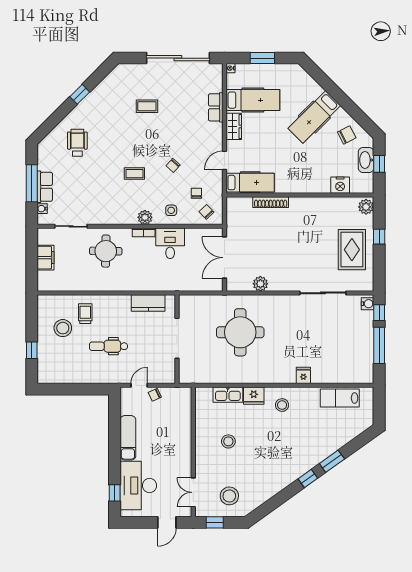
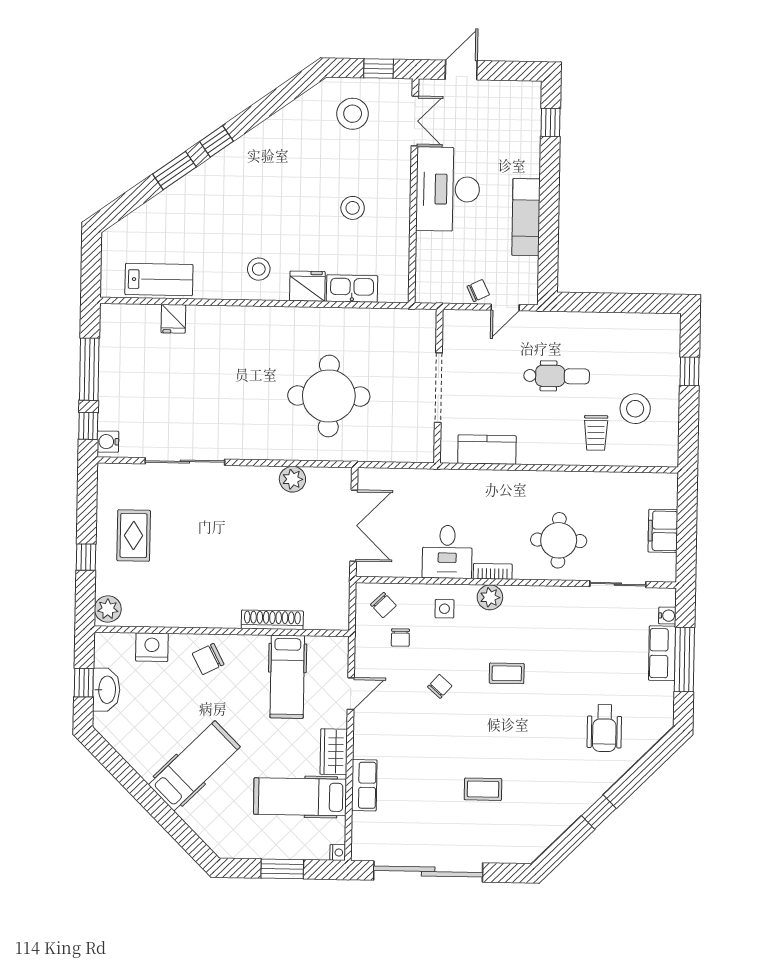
chair: (347, 135) -> (208, 659), moved
hospital bed: (250, 183) -> (287, 677), moved, turned -90
rug: (352, 250) -> (134, 535), width x0.73, depth x0.70
fridge: (303, 375) -> (173, 319), moved
desk: (138, 486) -> (448, 189), moved, turned 180

